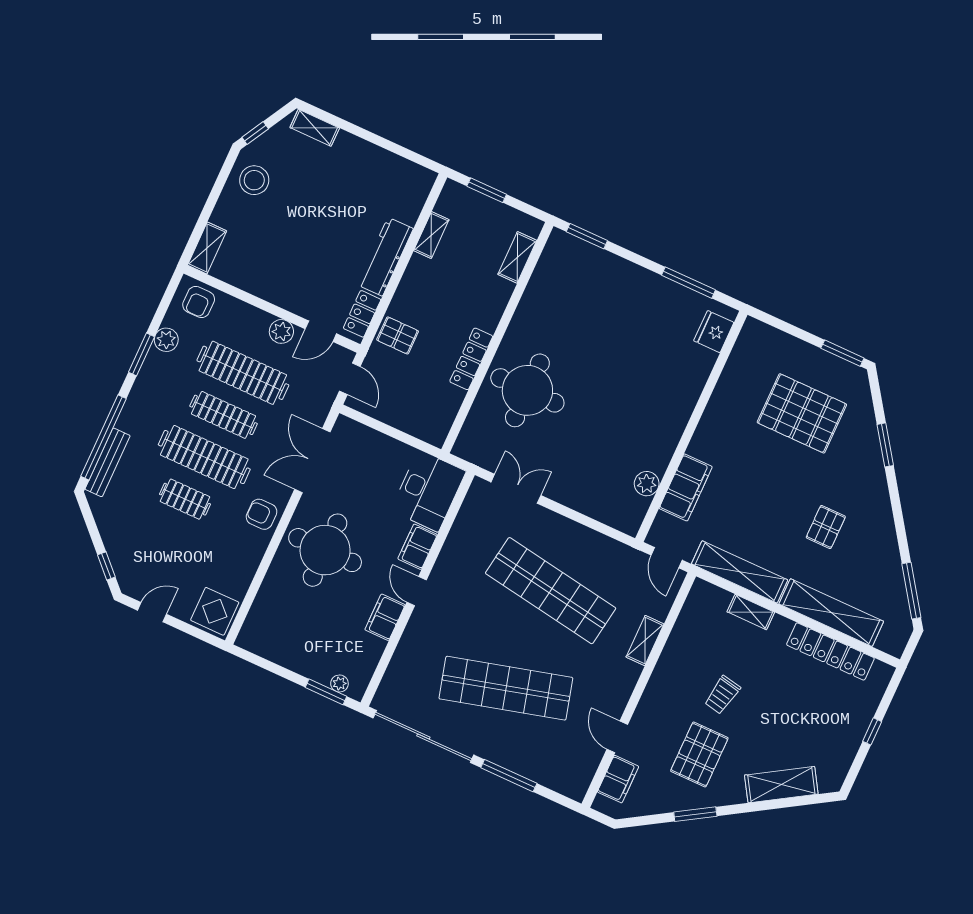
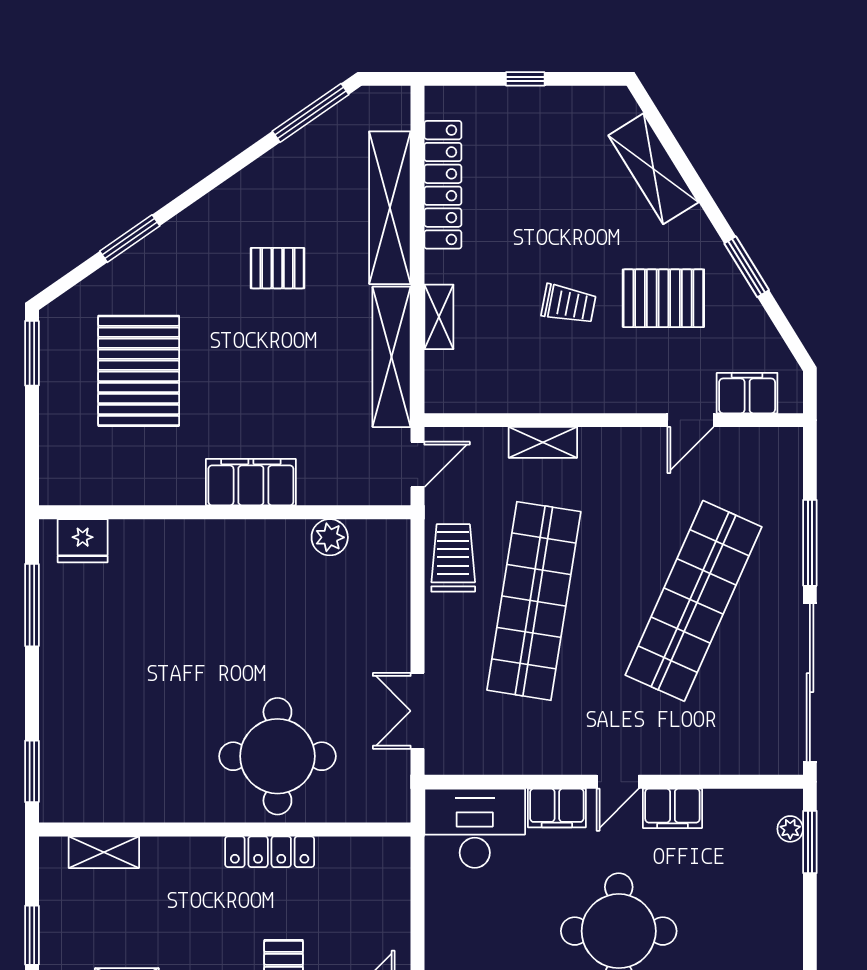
filing cabinet: (686, 487) -> (251, 482), moved
trolley: (599, 553) -> (453, 558), added
shop shelf: (506, 688) -> (694, 601), turned 39

